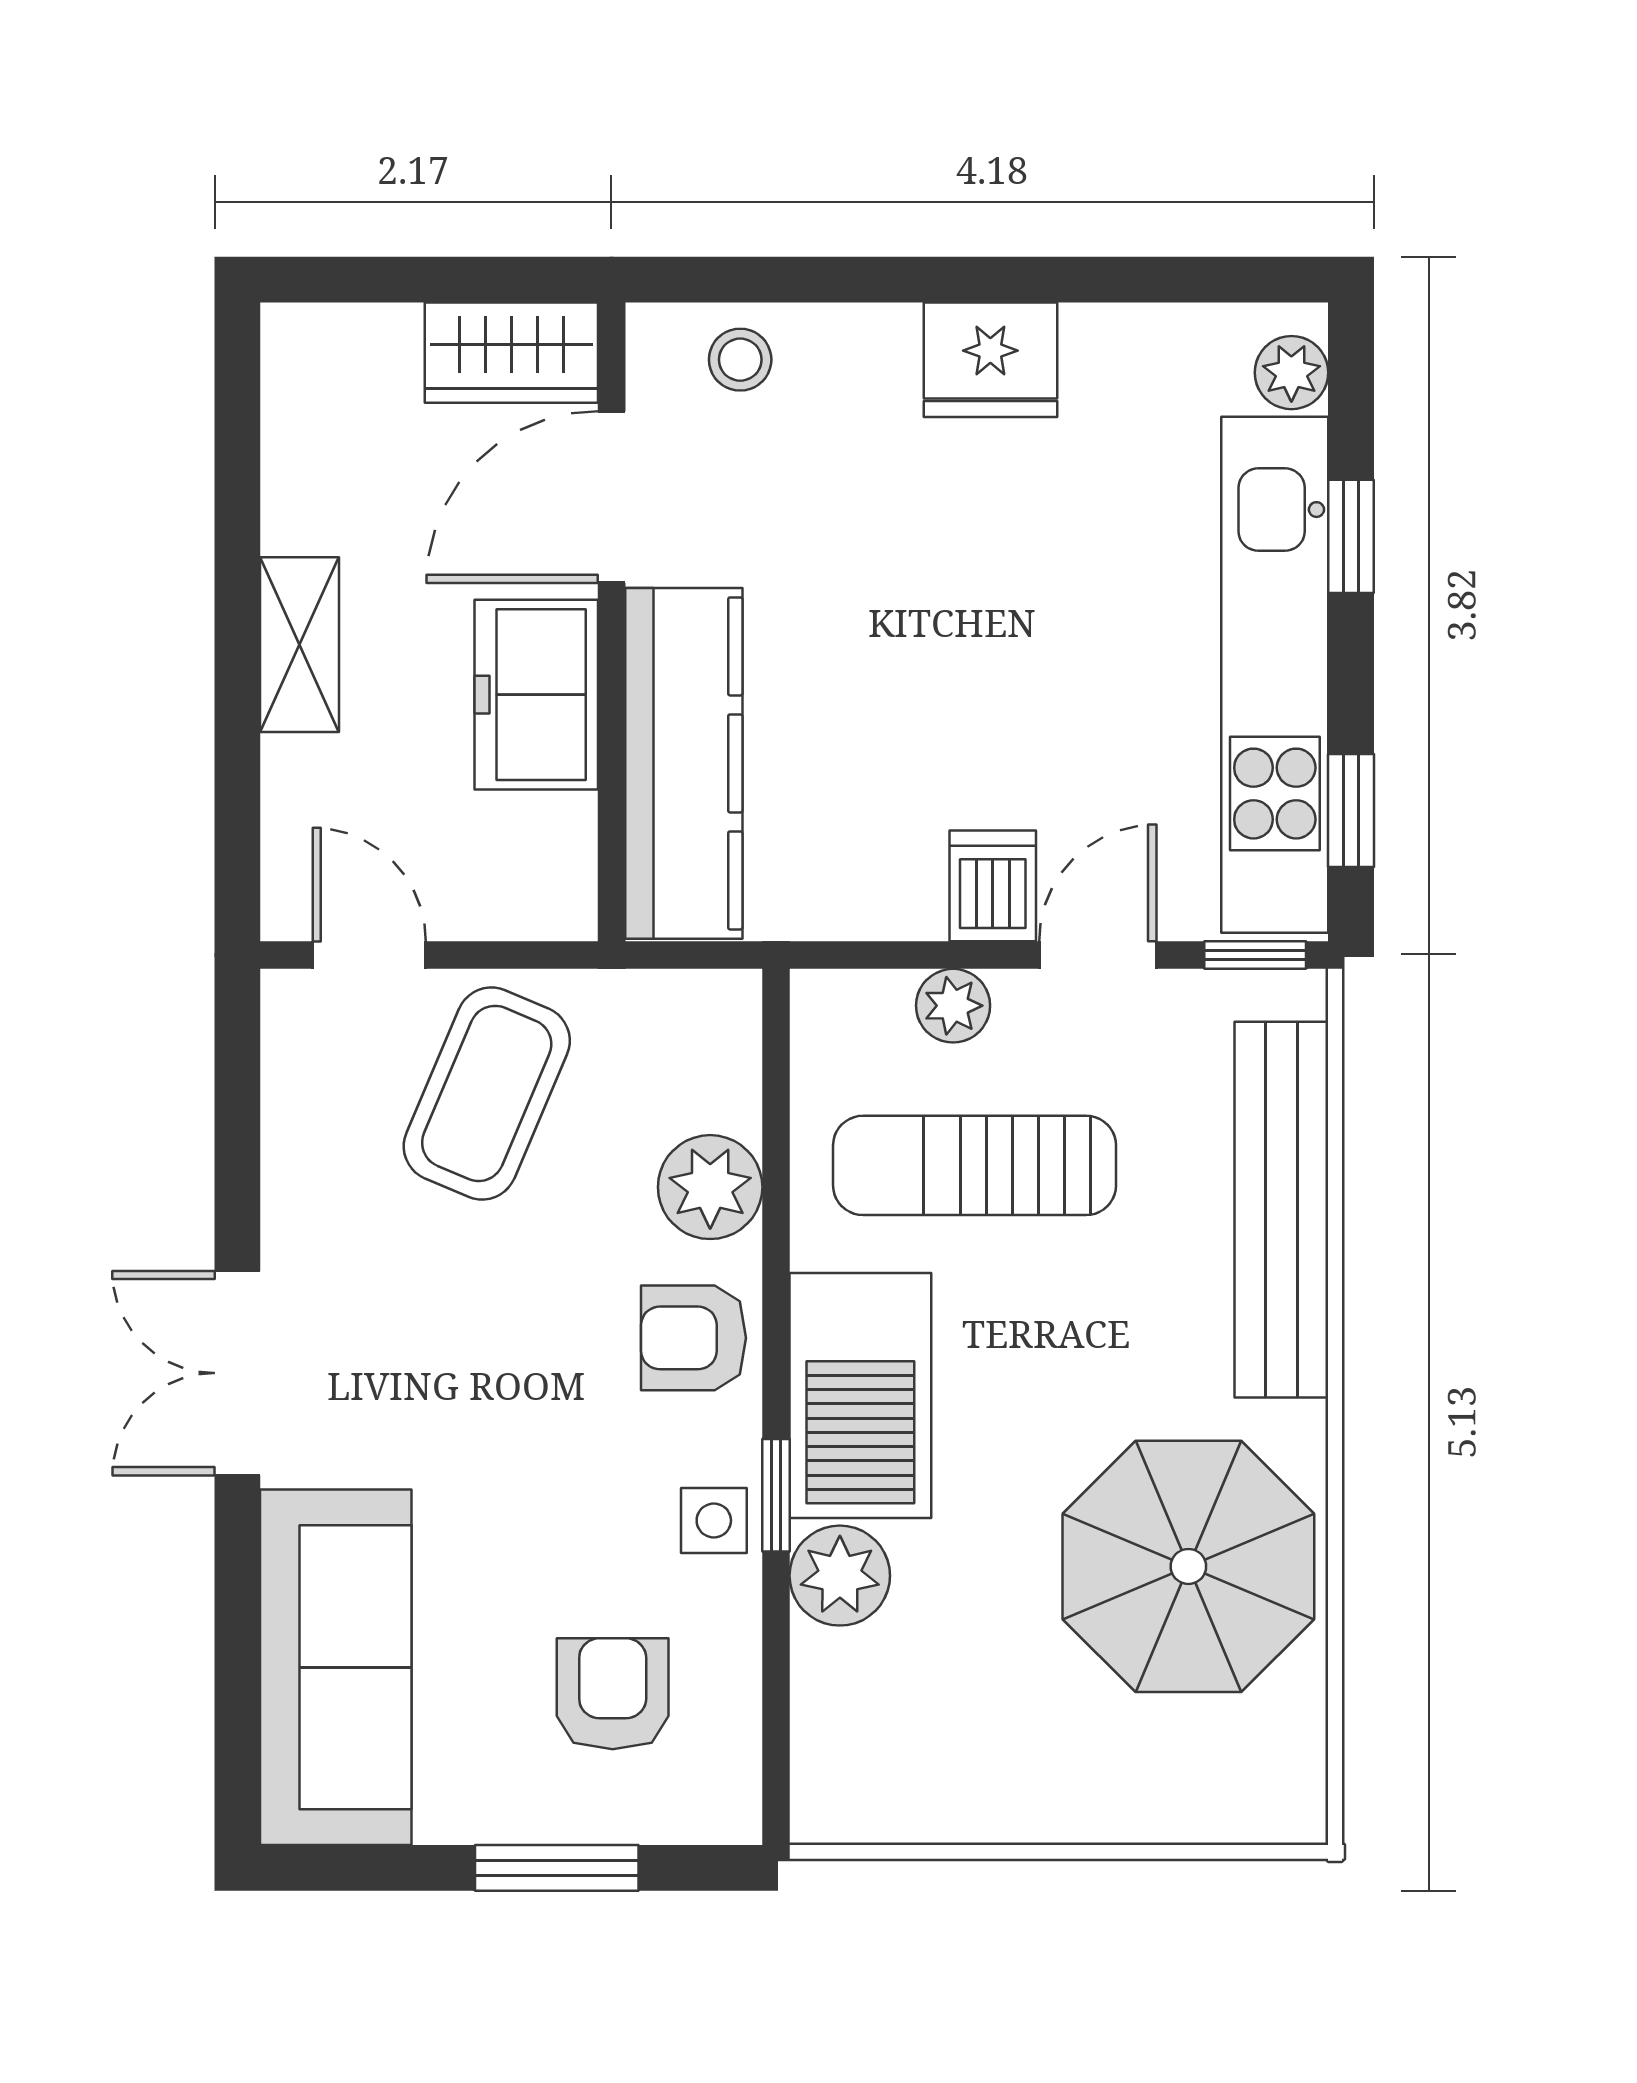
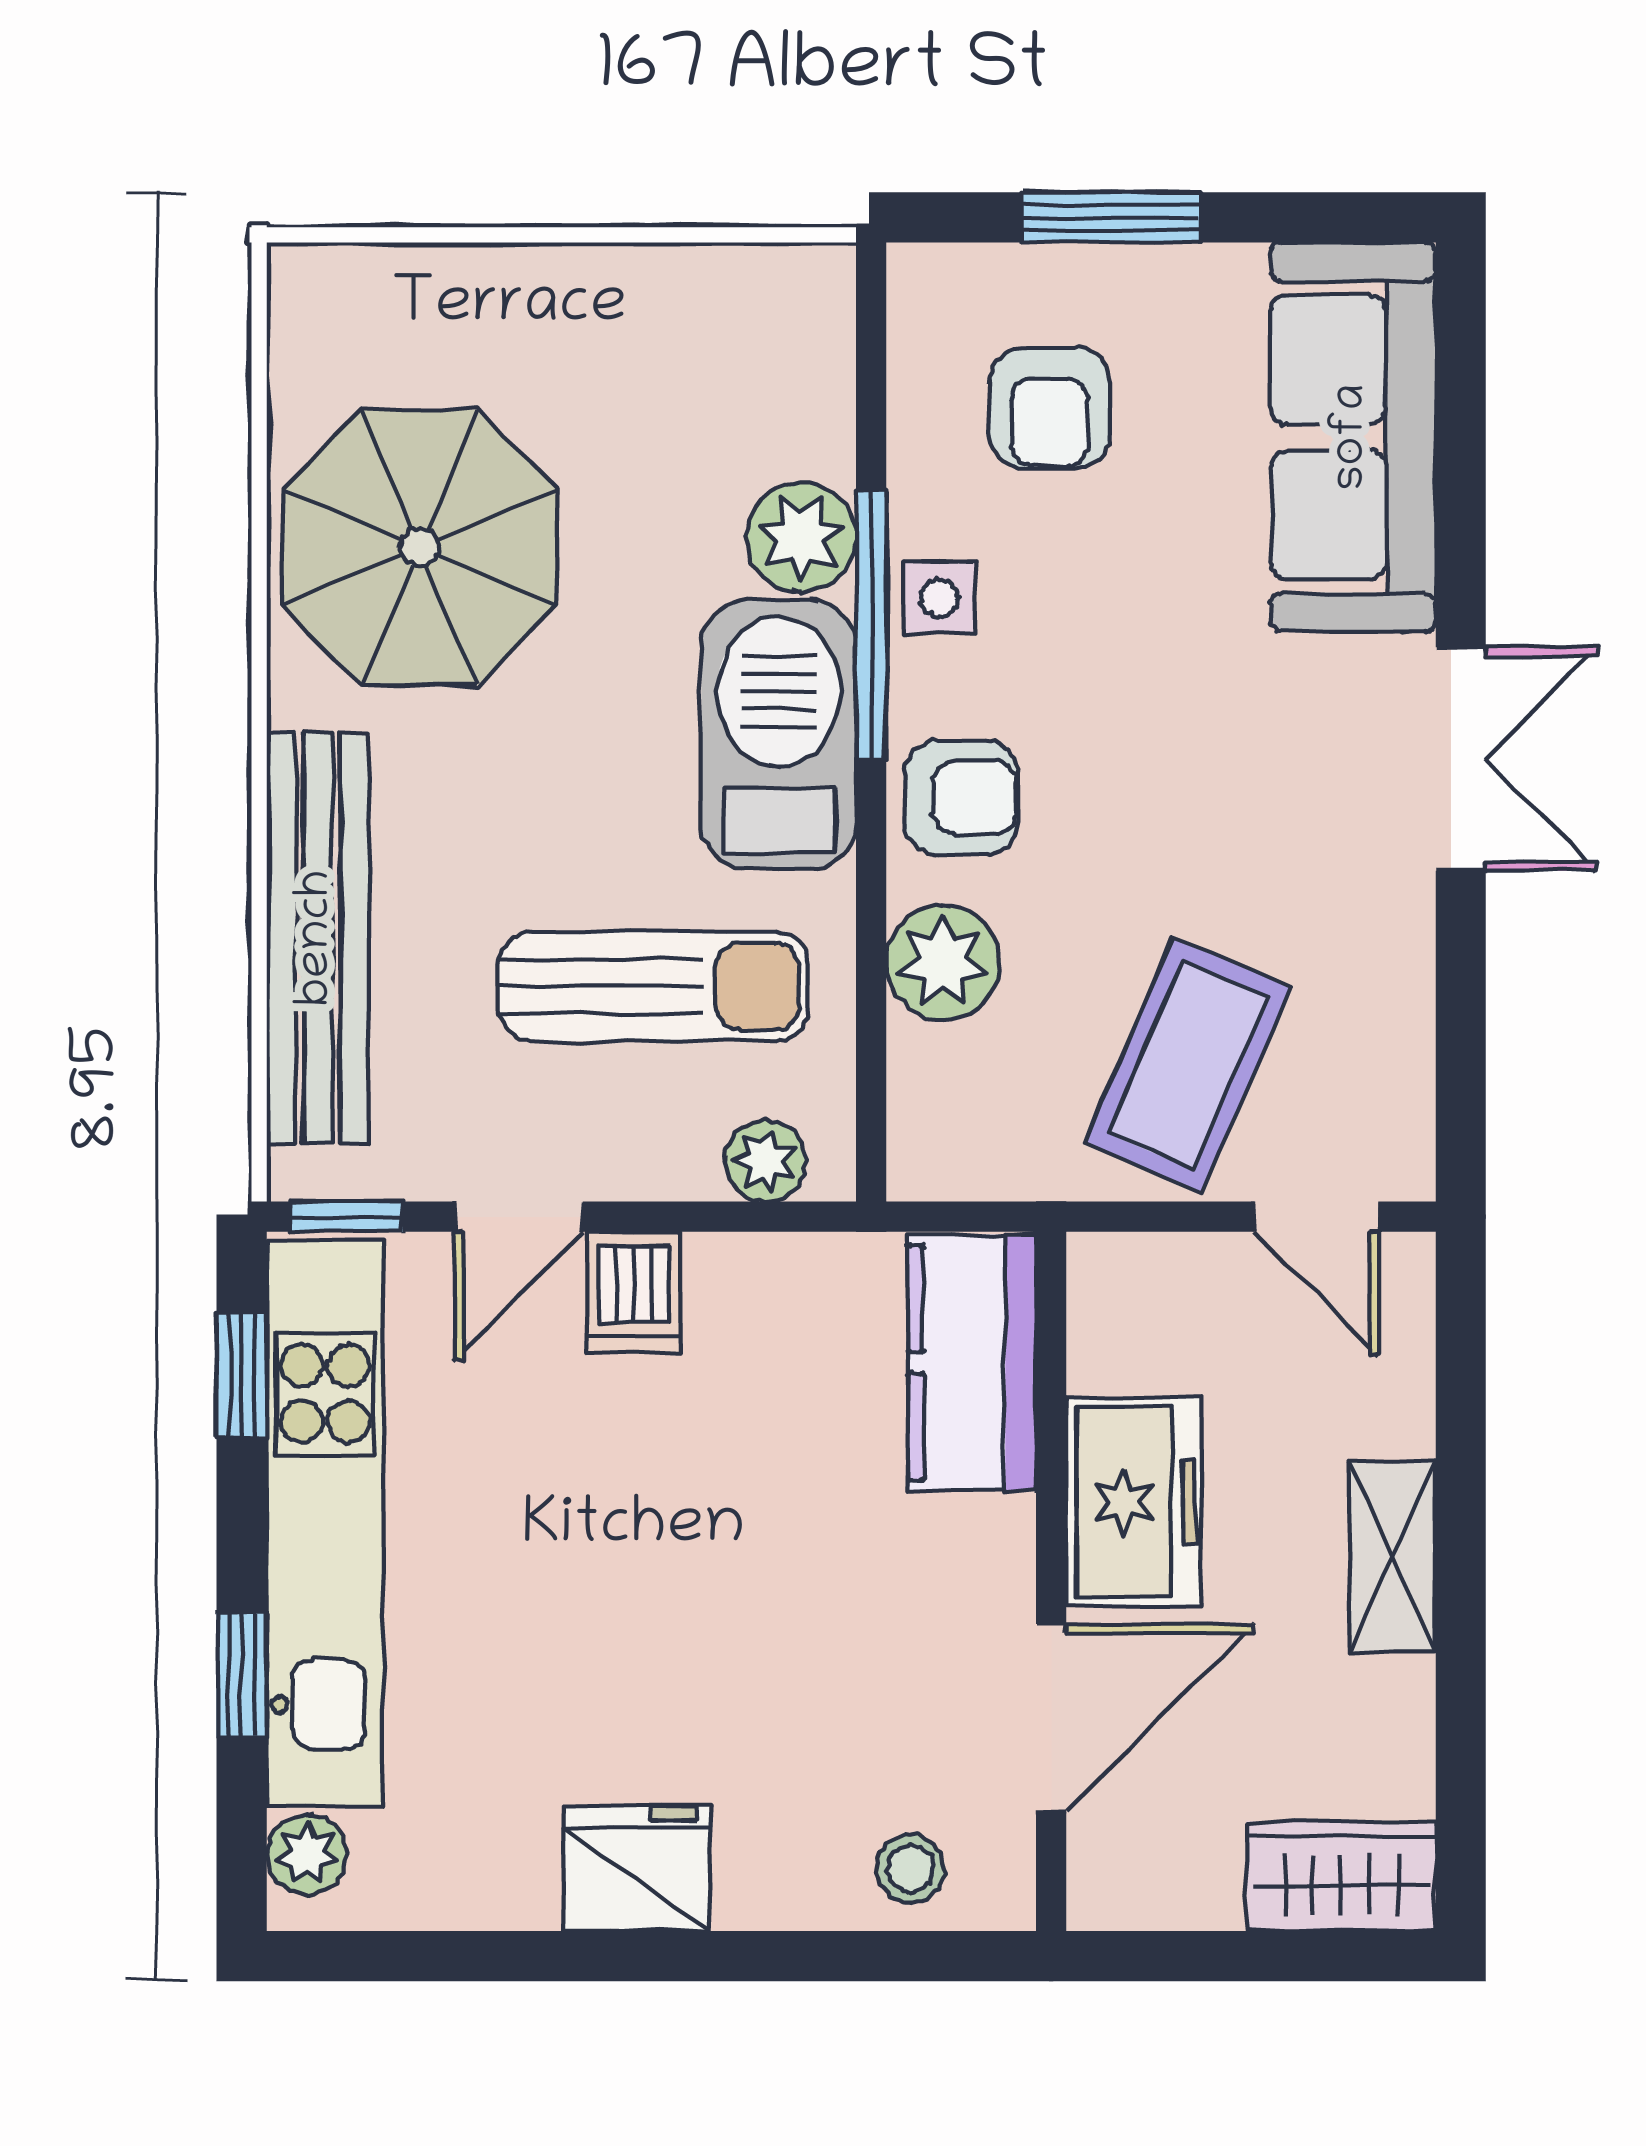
wardrobe: (511, 353) -> (1341, 1876), moved
kitchen counter: (684, 763) -> (972, 1362), width x0.67
plant: (953, 1006) -> (765, 1161), moved
window: (776, 1495) -> (871, 625), width x2.17

